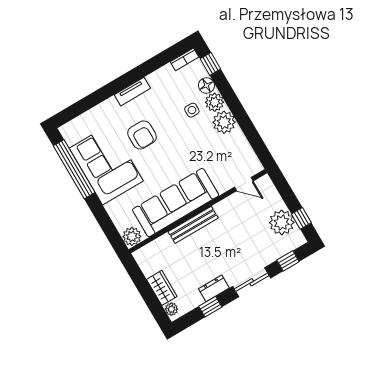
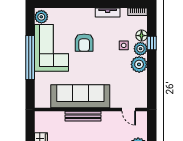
window: (210, 64) -> (152, 43), moved
tv unit: (132, 92) -> (108, 13), moved
window: (74, 169) -> (30, 58), moved
plant: (132, 236) -> (41, 17), moved

